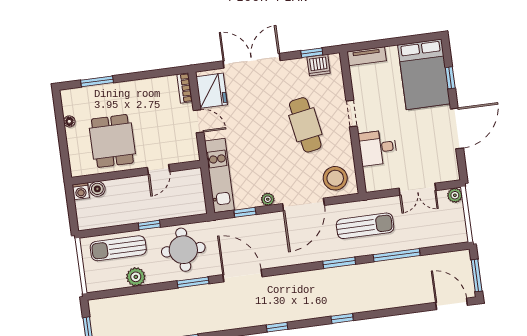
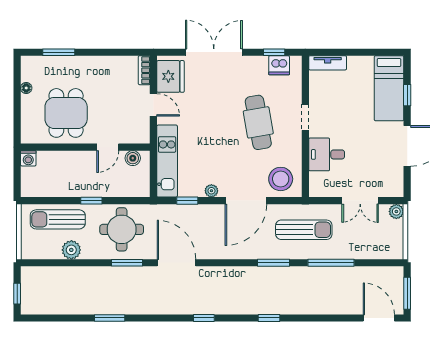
bed: (424, 74) -> (389, 88), width x0.67
boiler: (97, 189) -> (133, 158), moved

